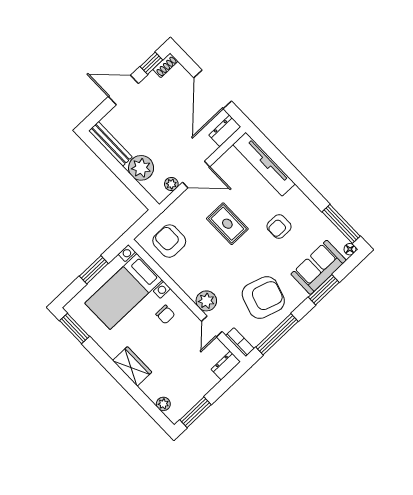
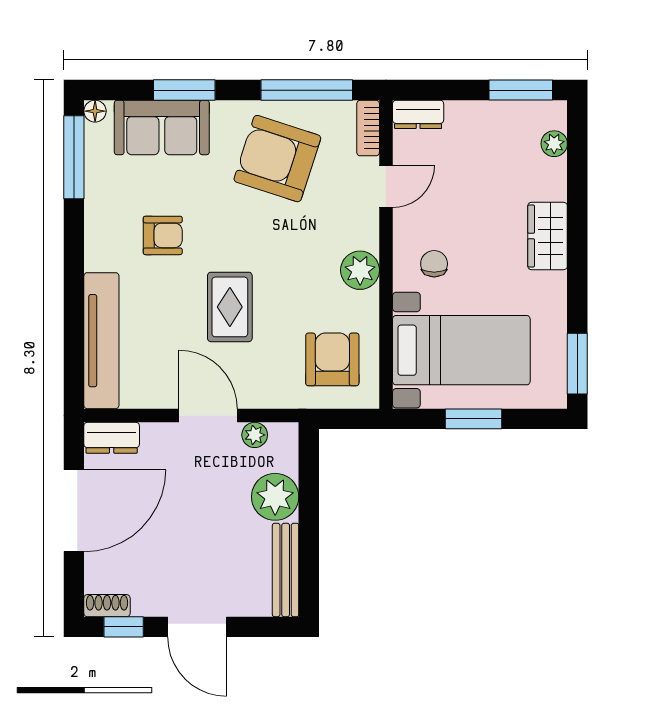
armchair: (169, 241) -> (332, 359), turned 180
plant: (206, 301) -> (360, 270), moved

